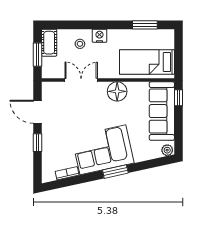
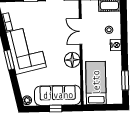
double door: (81, 80) -> (81, 31), swing flipped
window: (178, 98) -> (56, 108), moved

